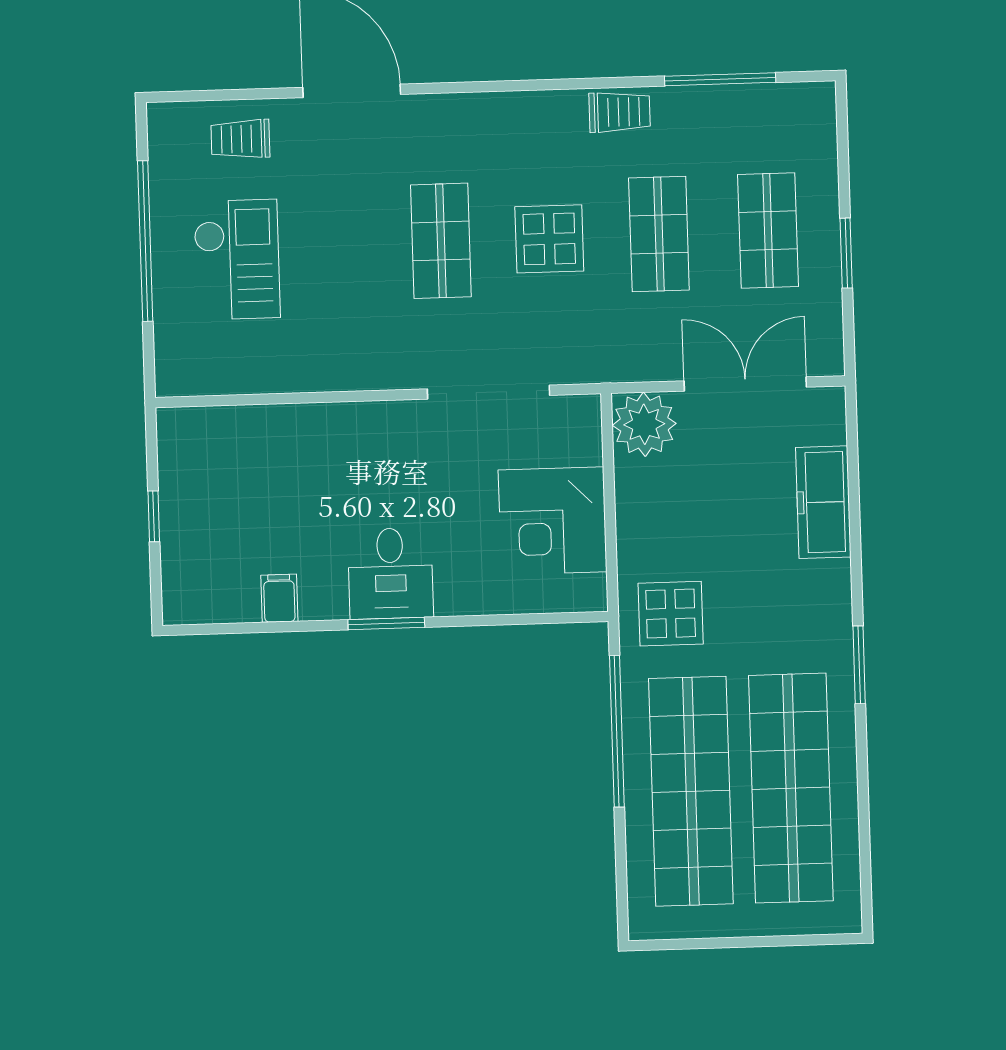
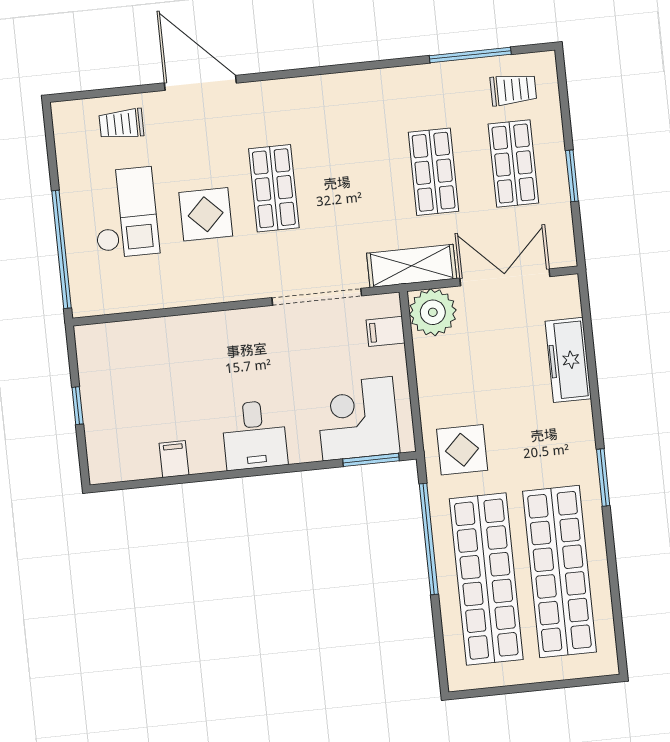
trolley: (620, 112) -> (513, 90), moved
display table: (549, 239) -> (206, 214), moved
window: (145, 241) -> (61, 249), moved
shelving: (620, 359) -> (412, 266), added
filing cabinet: (578, 446) -> (386, 331), added
corner desk: (553, 521) -> (358, 419), moved, turned 90
window: (386, 623) -> (371, 460), moved

